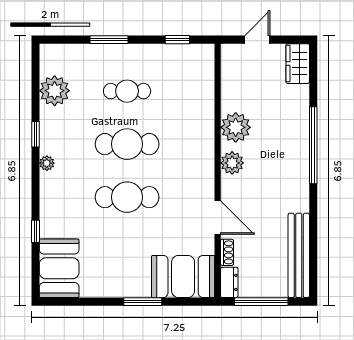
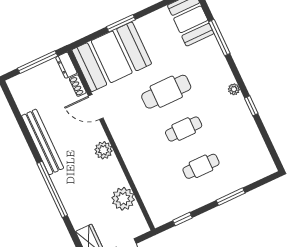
plant: (55, 91) -> (252, 143), removed
plant: (236, 127) -> (123, 199), moved
cafe table: (127, 144) -> (184, 129), width x0.73, depth x0.74
window: (35, 231) -> (219, 38), width x2.17
bench: (299, 255) -> (43, 142), moved
booth: (183, 276) -> (112, 57), width x1.36, depth x1.42

